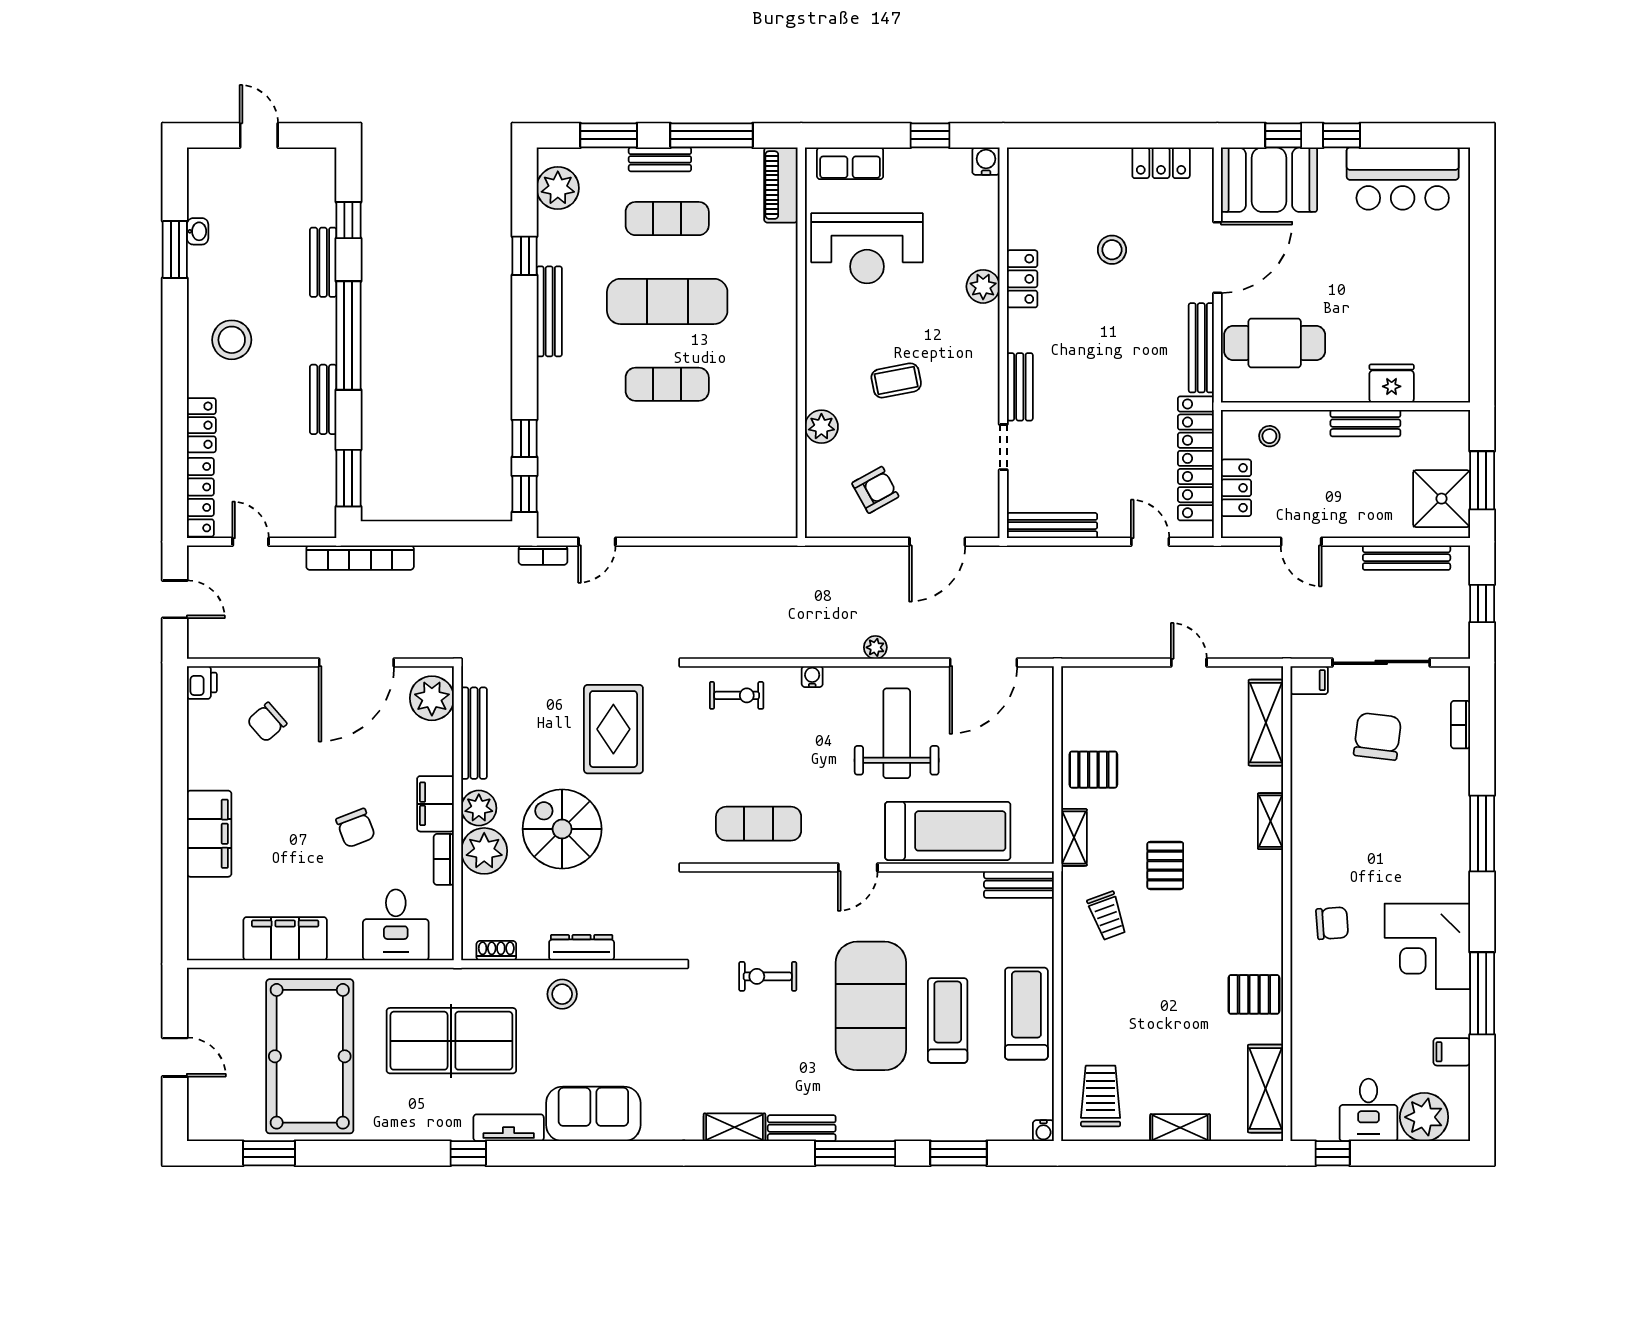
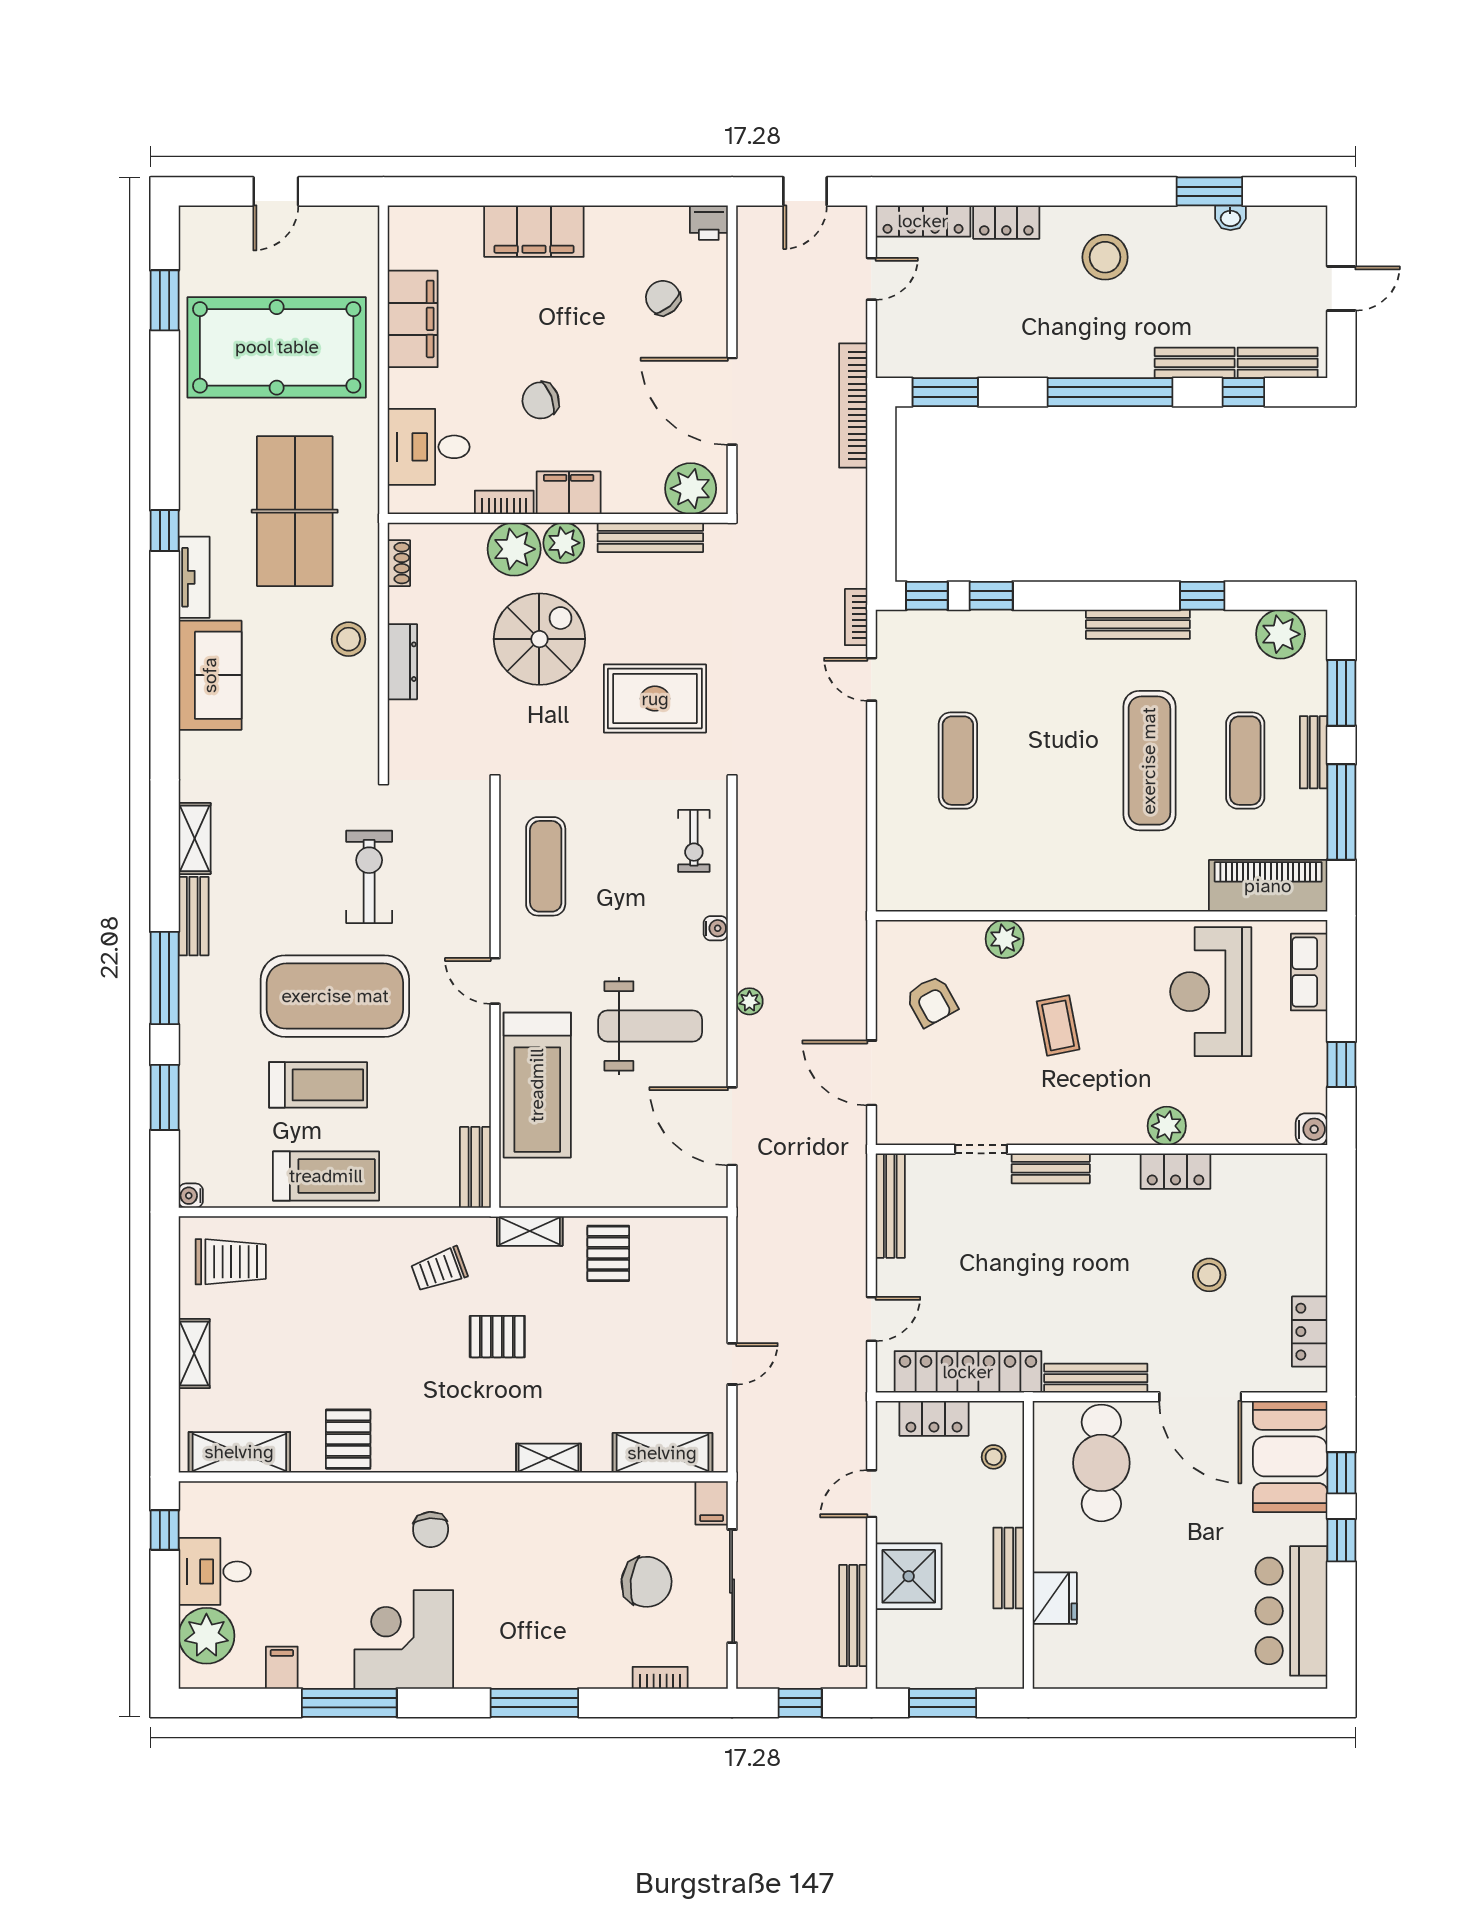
piano: (781, 185) -> (1268, 886), width x1.37, depth x1.33
exercise mat: (667, 384) -> (958, 761), moved
bench: (323, 399) -> (1278, 363), moved
shower: (1442, 499) -> (909, 1576), moved
exercise bike: (768, 976) -> (369, 877), width x1.38, depth x1.39

